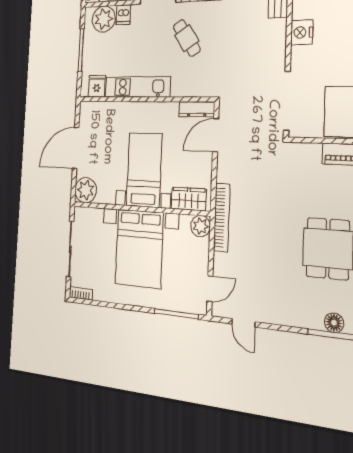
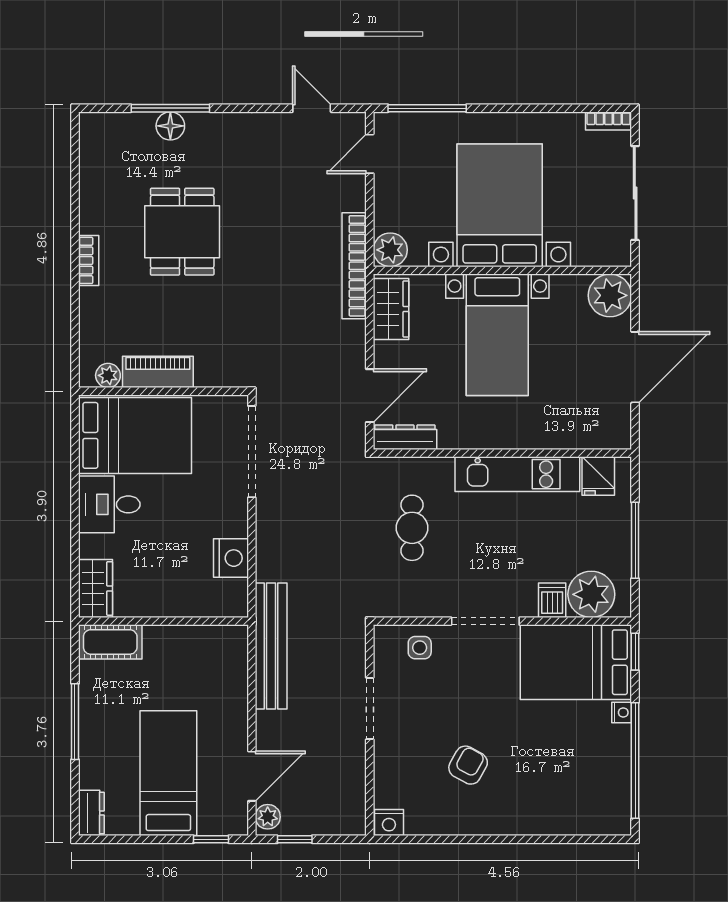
cafe table: (187, 38) -> (412, 528), moved, turned 34
wardrobe: (189, 199) -> (391, 309), moved, turned -90

